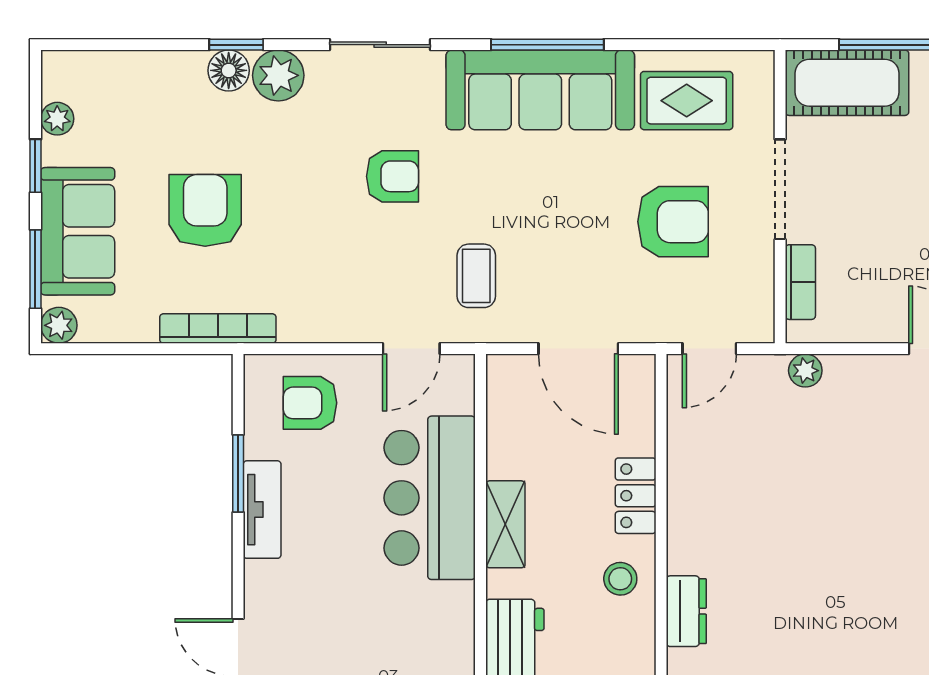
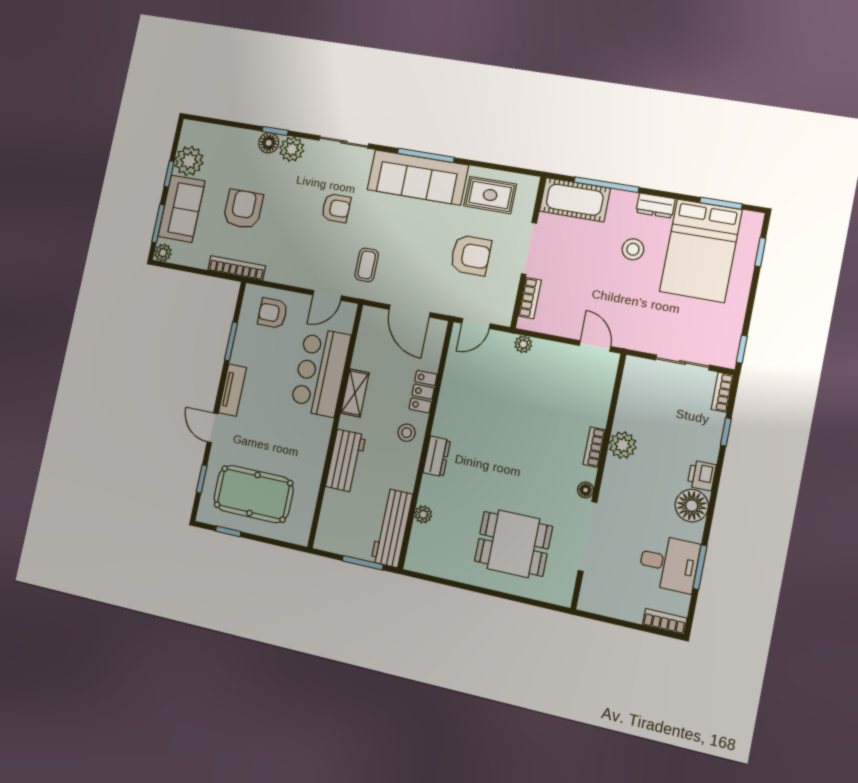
plant: (57, 119) -> (189, 161), width x1.87, depth x1.87
tv unit: (262, 510) -> (232, 390), moved

